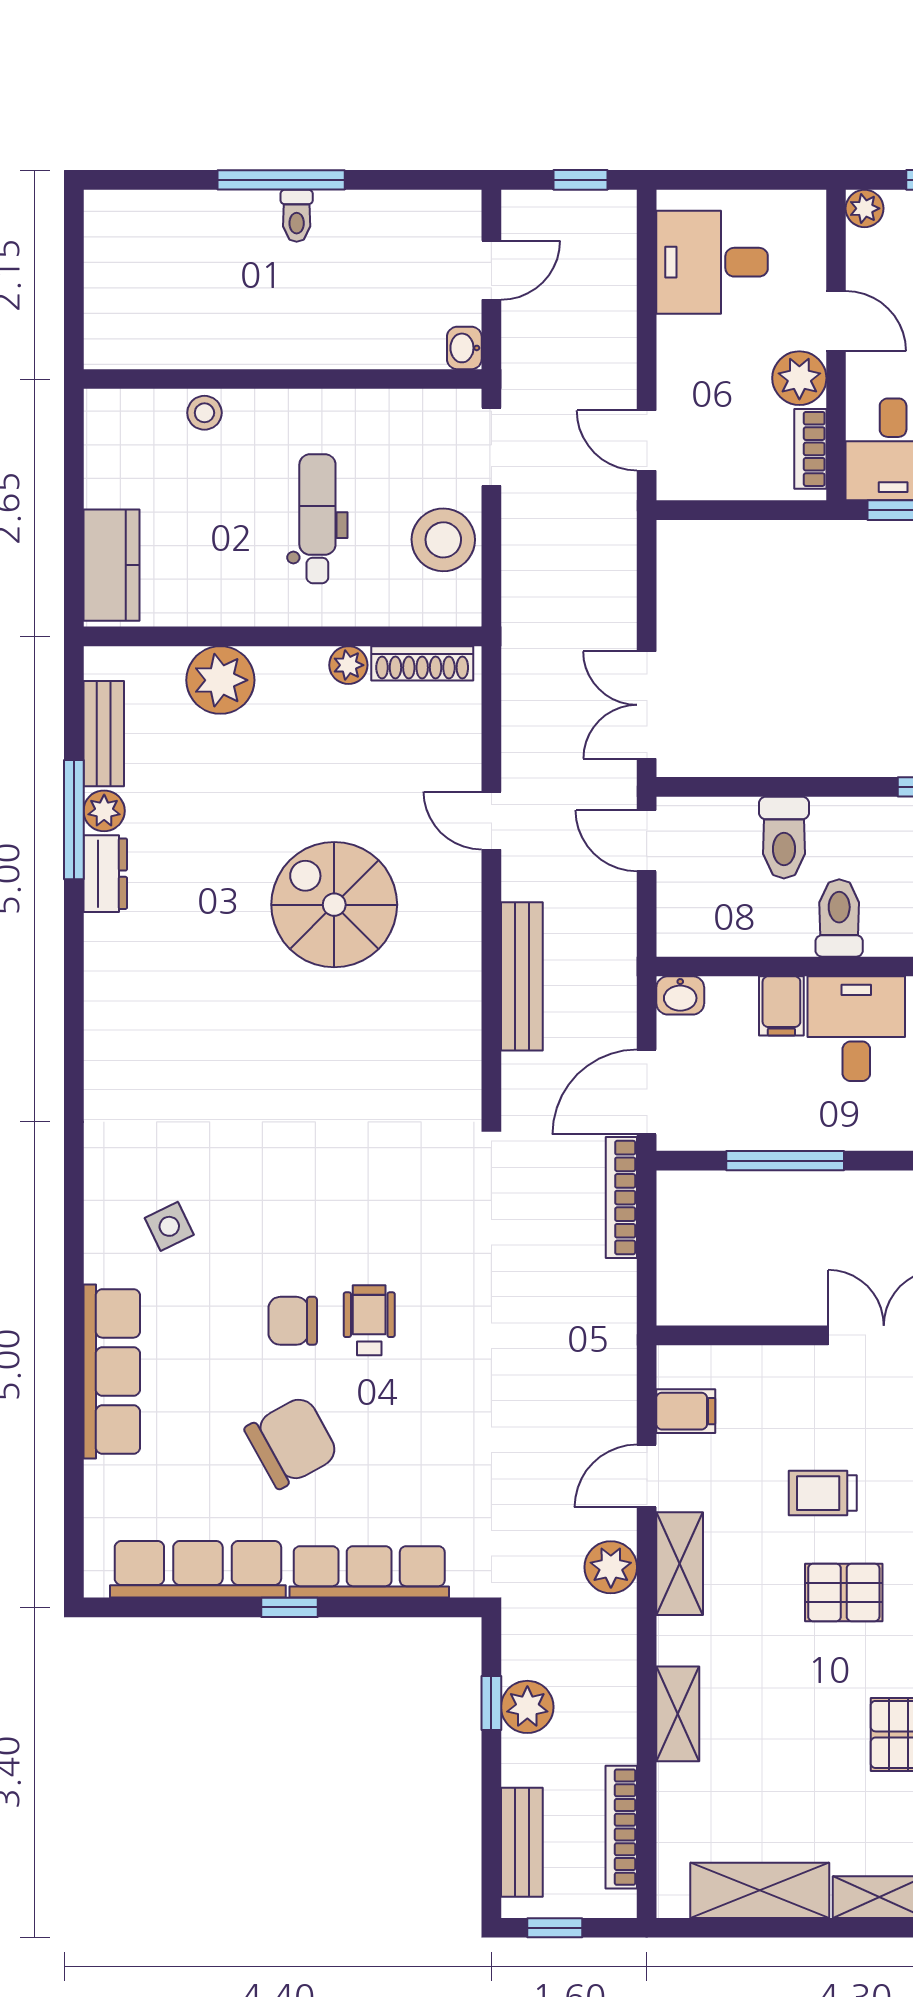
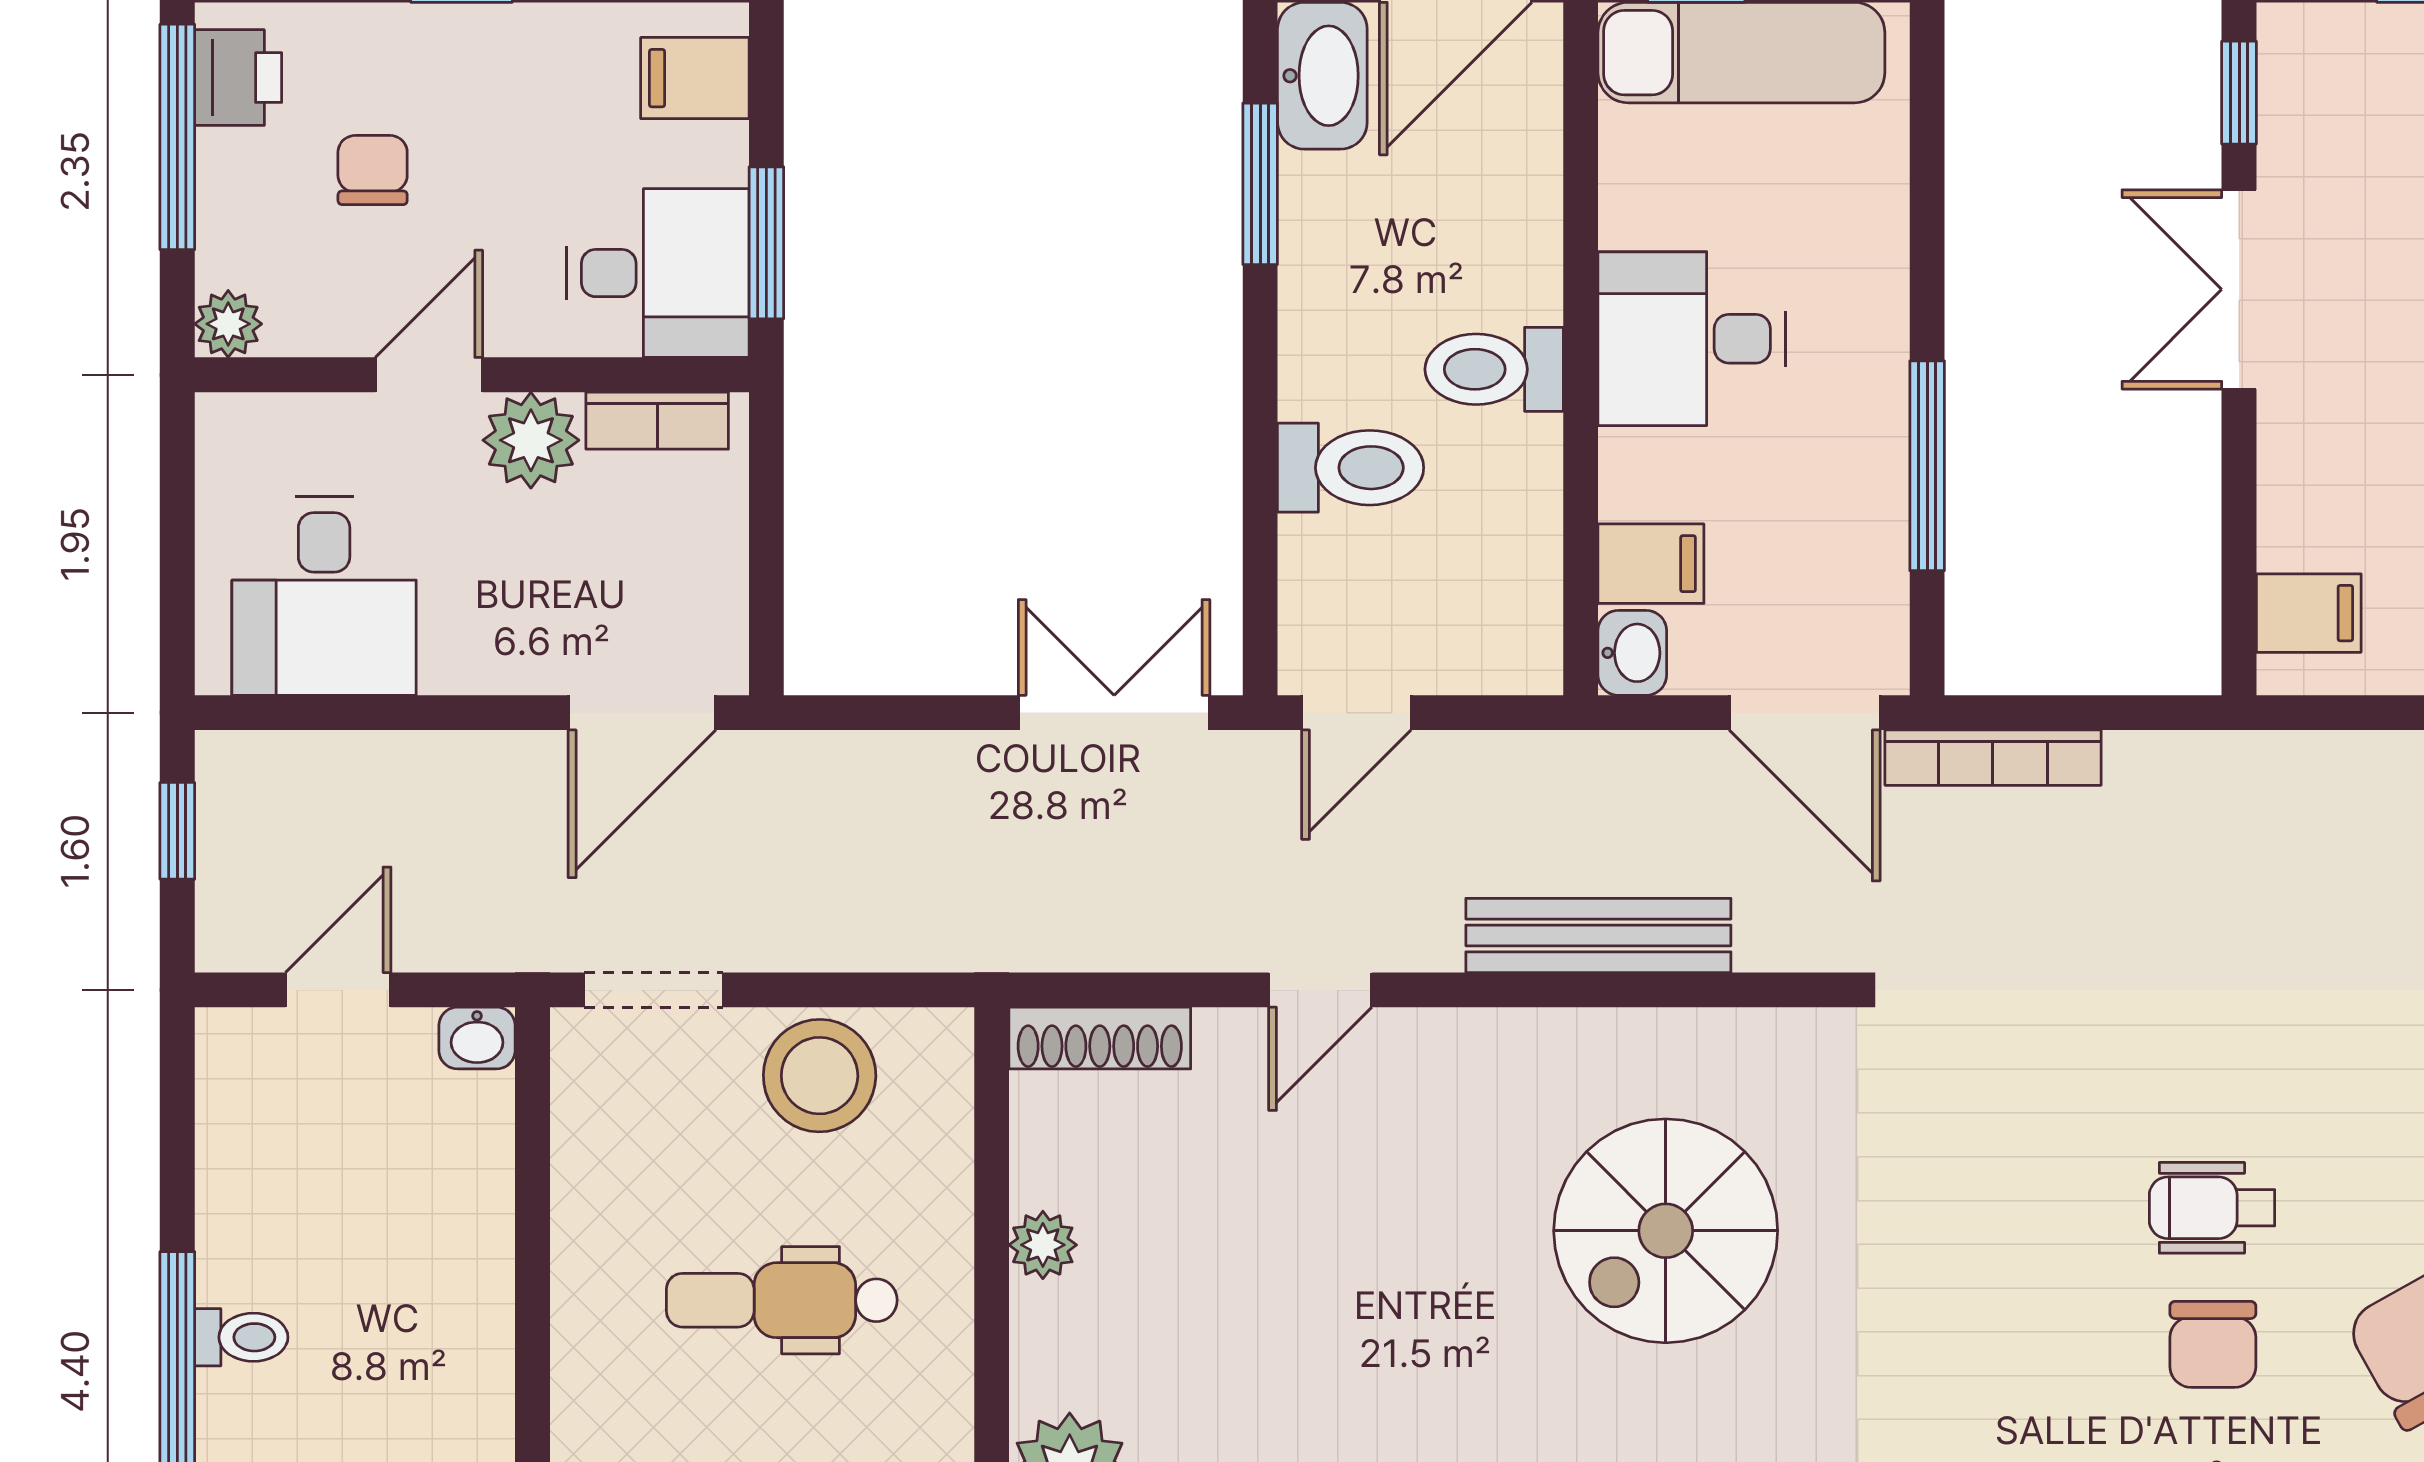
door: (491, 270) -> (338, 990), hinge flipped
door: (647, 440) -> (642, 713), width x1.38
shoe rack: (422, 663) -> (1100, 1038), moved, turned 90
double door: (647, 705) -> (1114, 713), swing flipped
spiral stairs: (334, 905) -> (1666, 1231), moved
filing cabinet: (781, 1006) -> (1651, 564), moved
filing cabinet: (686, 1411) -> (2309, 613), moved, turned 90

